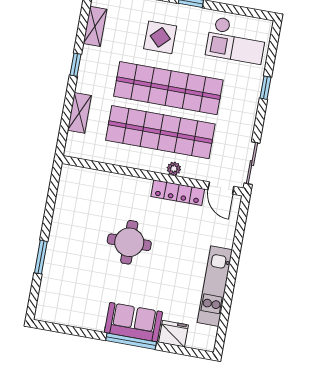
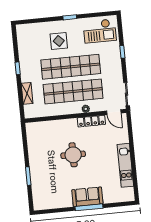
shelving: (95, 26) -> (22, 45), removed
fridge: (173, 334) -> (110, 197), removed

